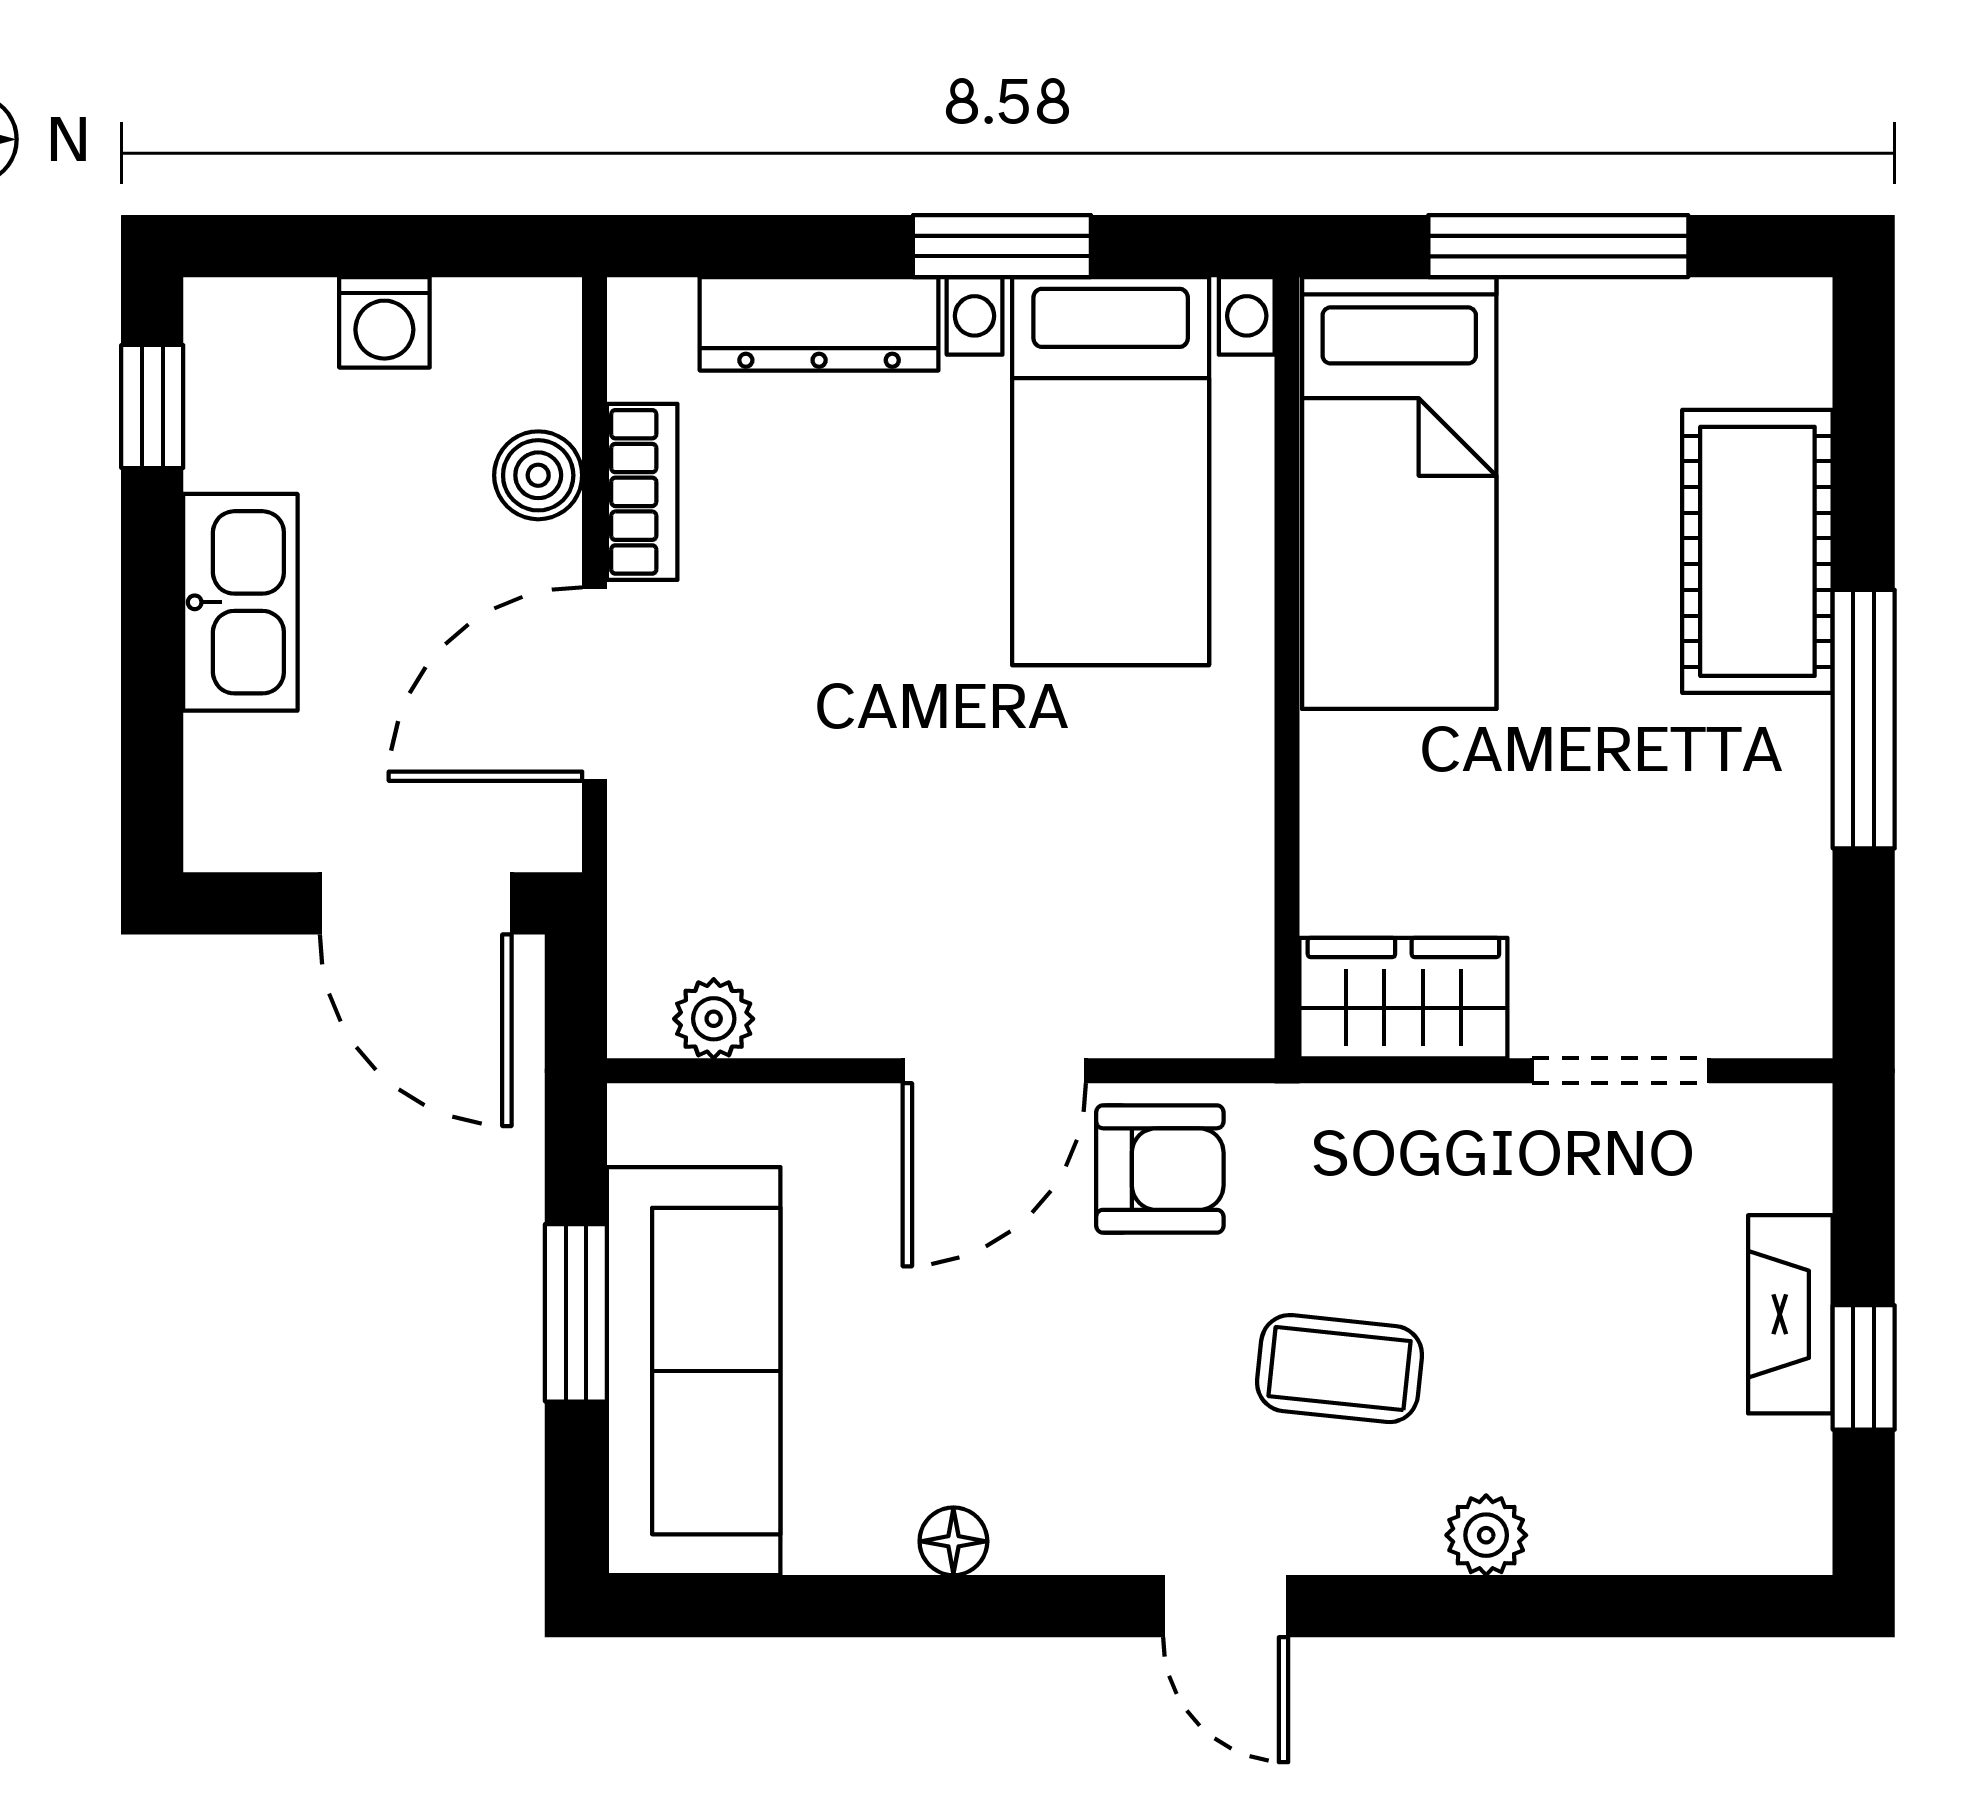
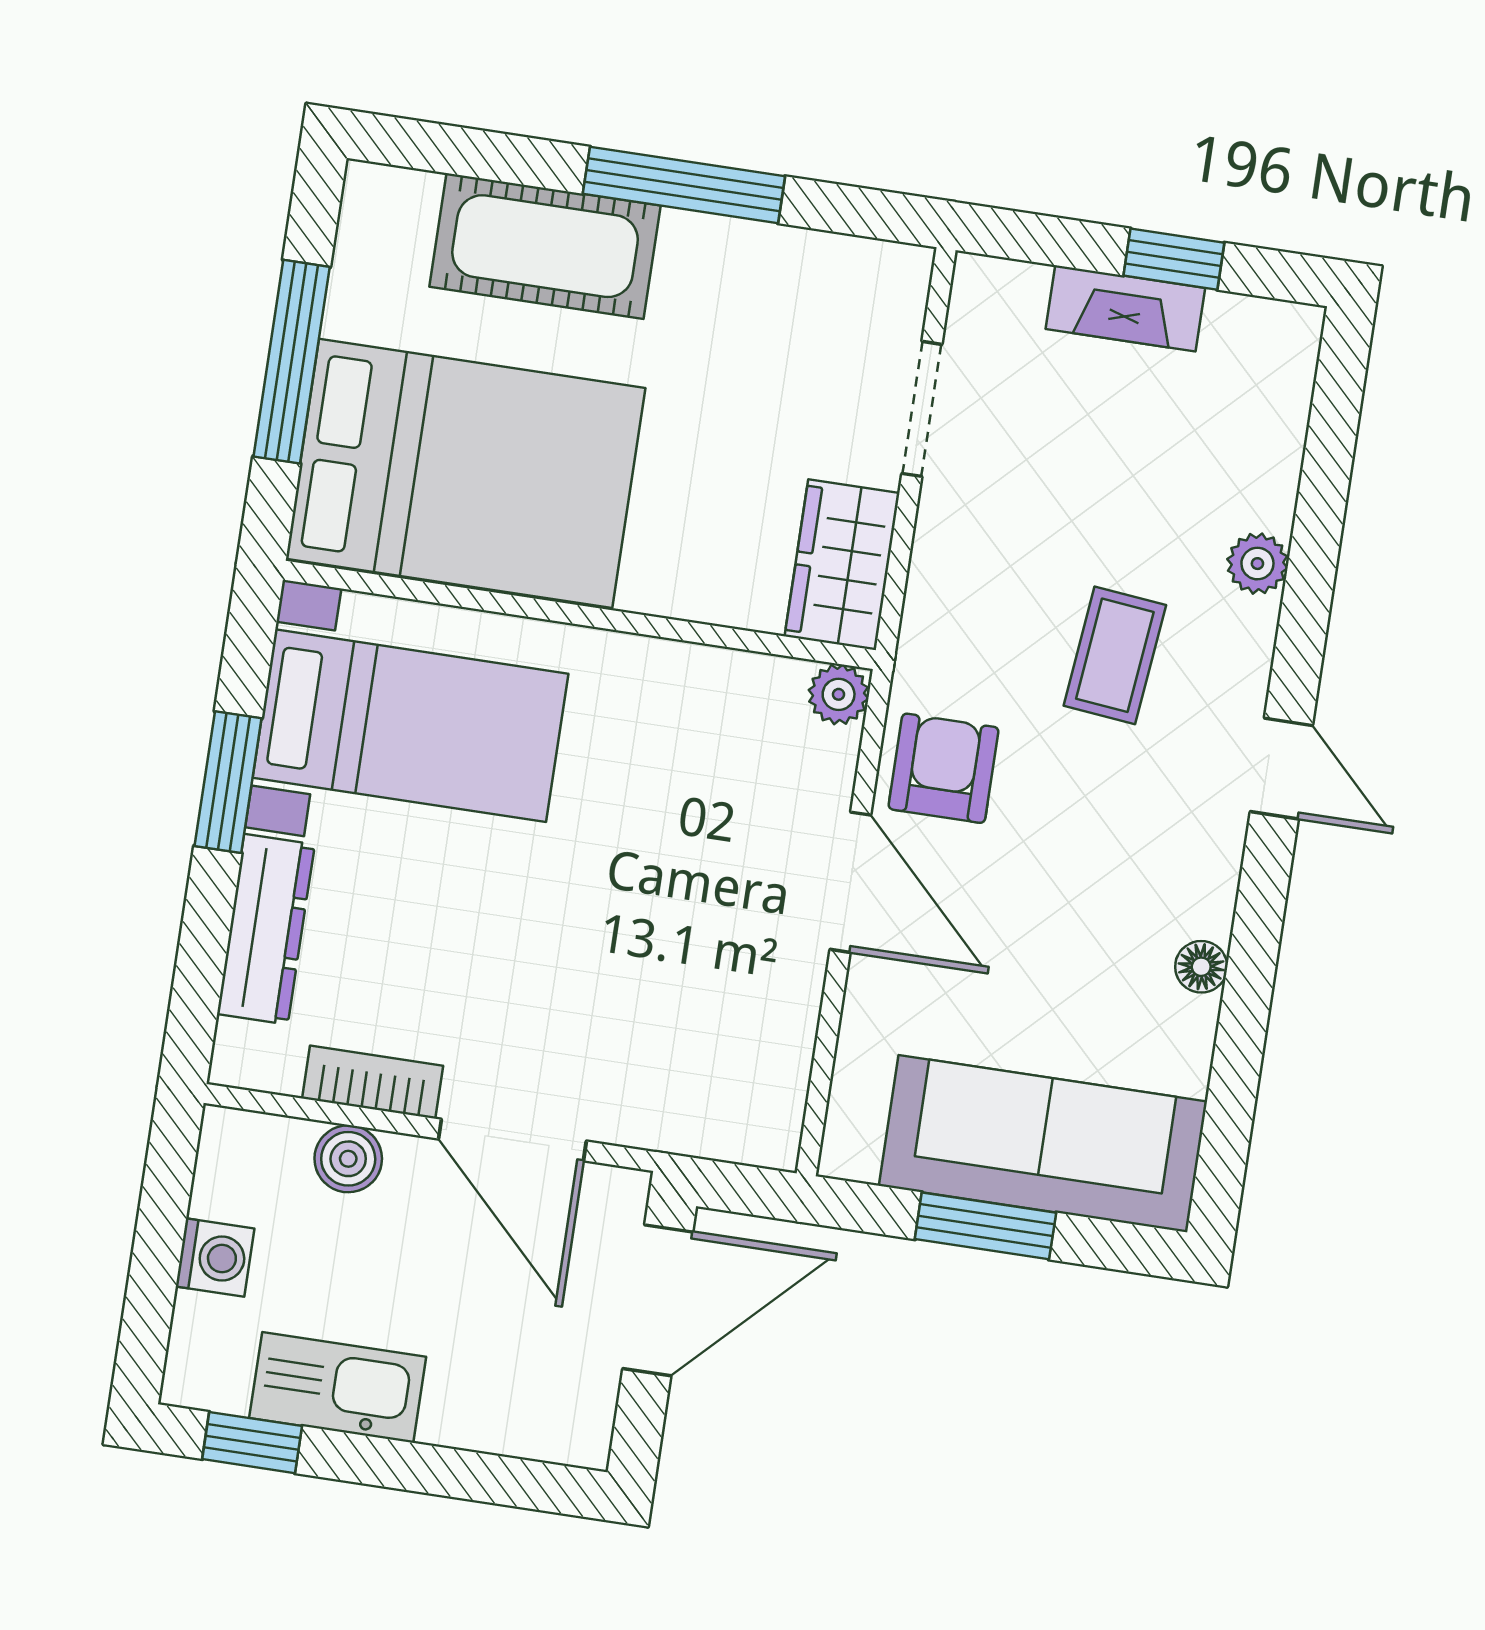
bed: (1399, 493) -> (466, 473), width x1.50
kitchen sink: (240, 602) -> (338, 1387), moved
plant: (714, 1019) -> (839, 694), moved
door: (1226, 1606) -> (1281, 769), hinge flipped

